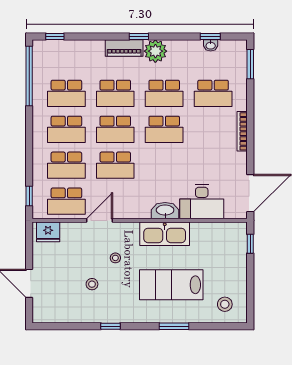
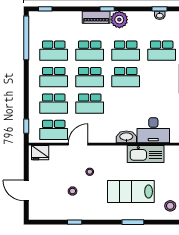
kitchen sink: (165, 234) -> (146, 154), moved
window: (110, 326) -> (75, 222), moved

